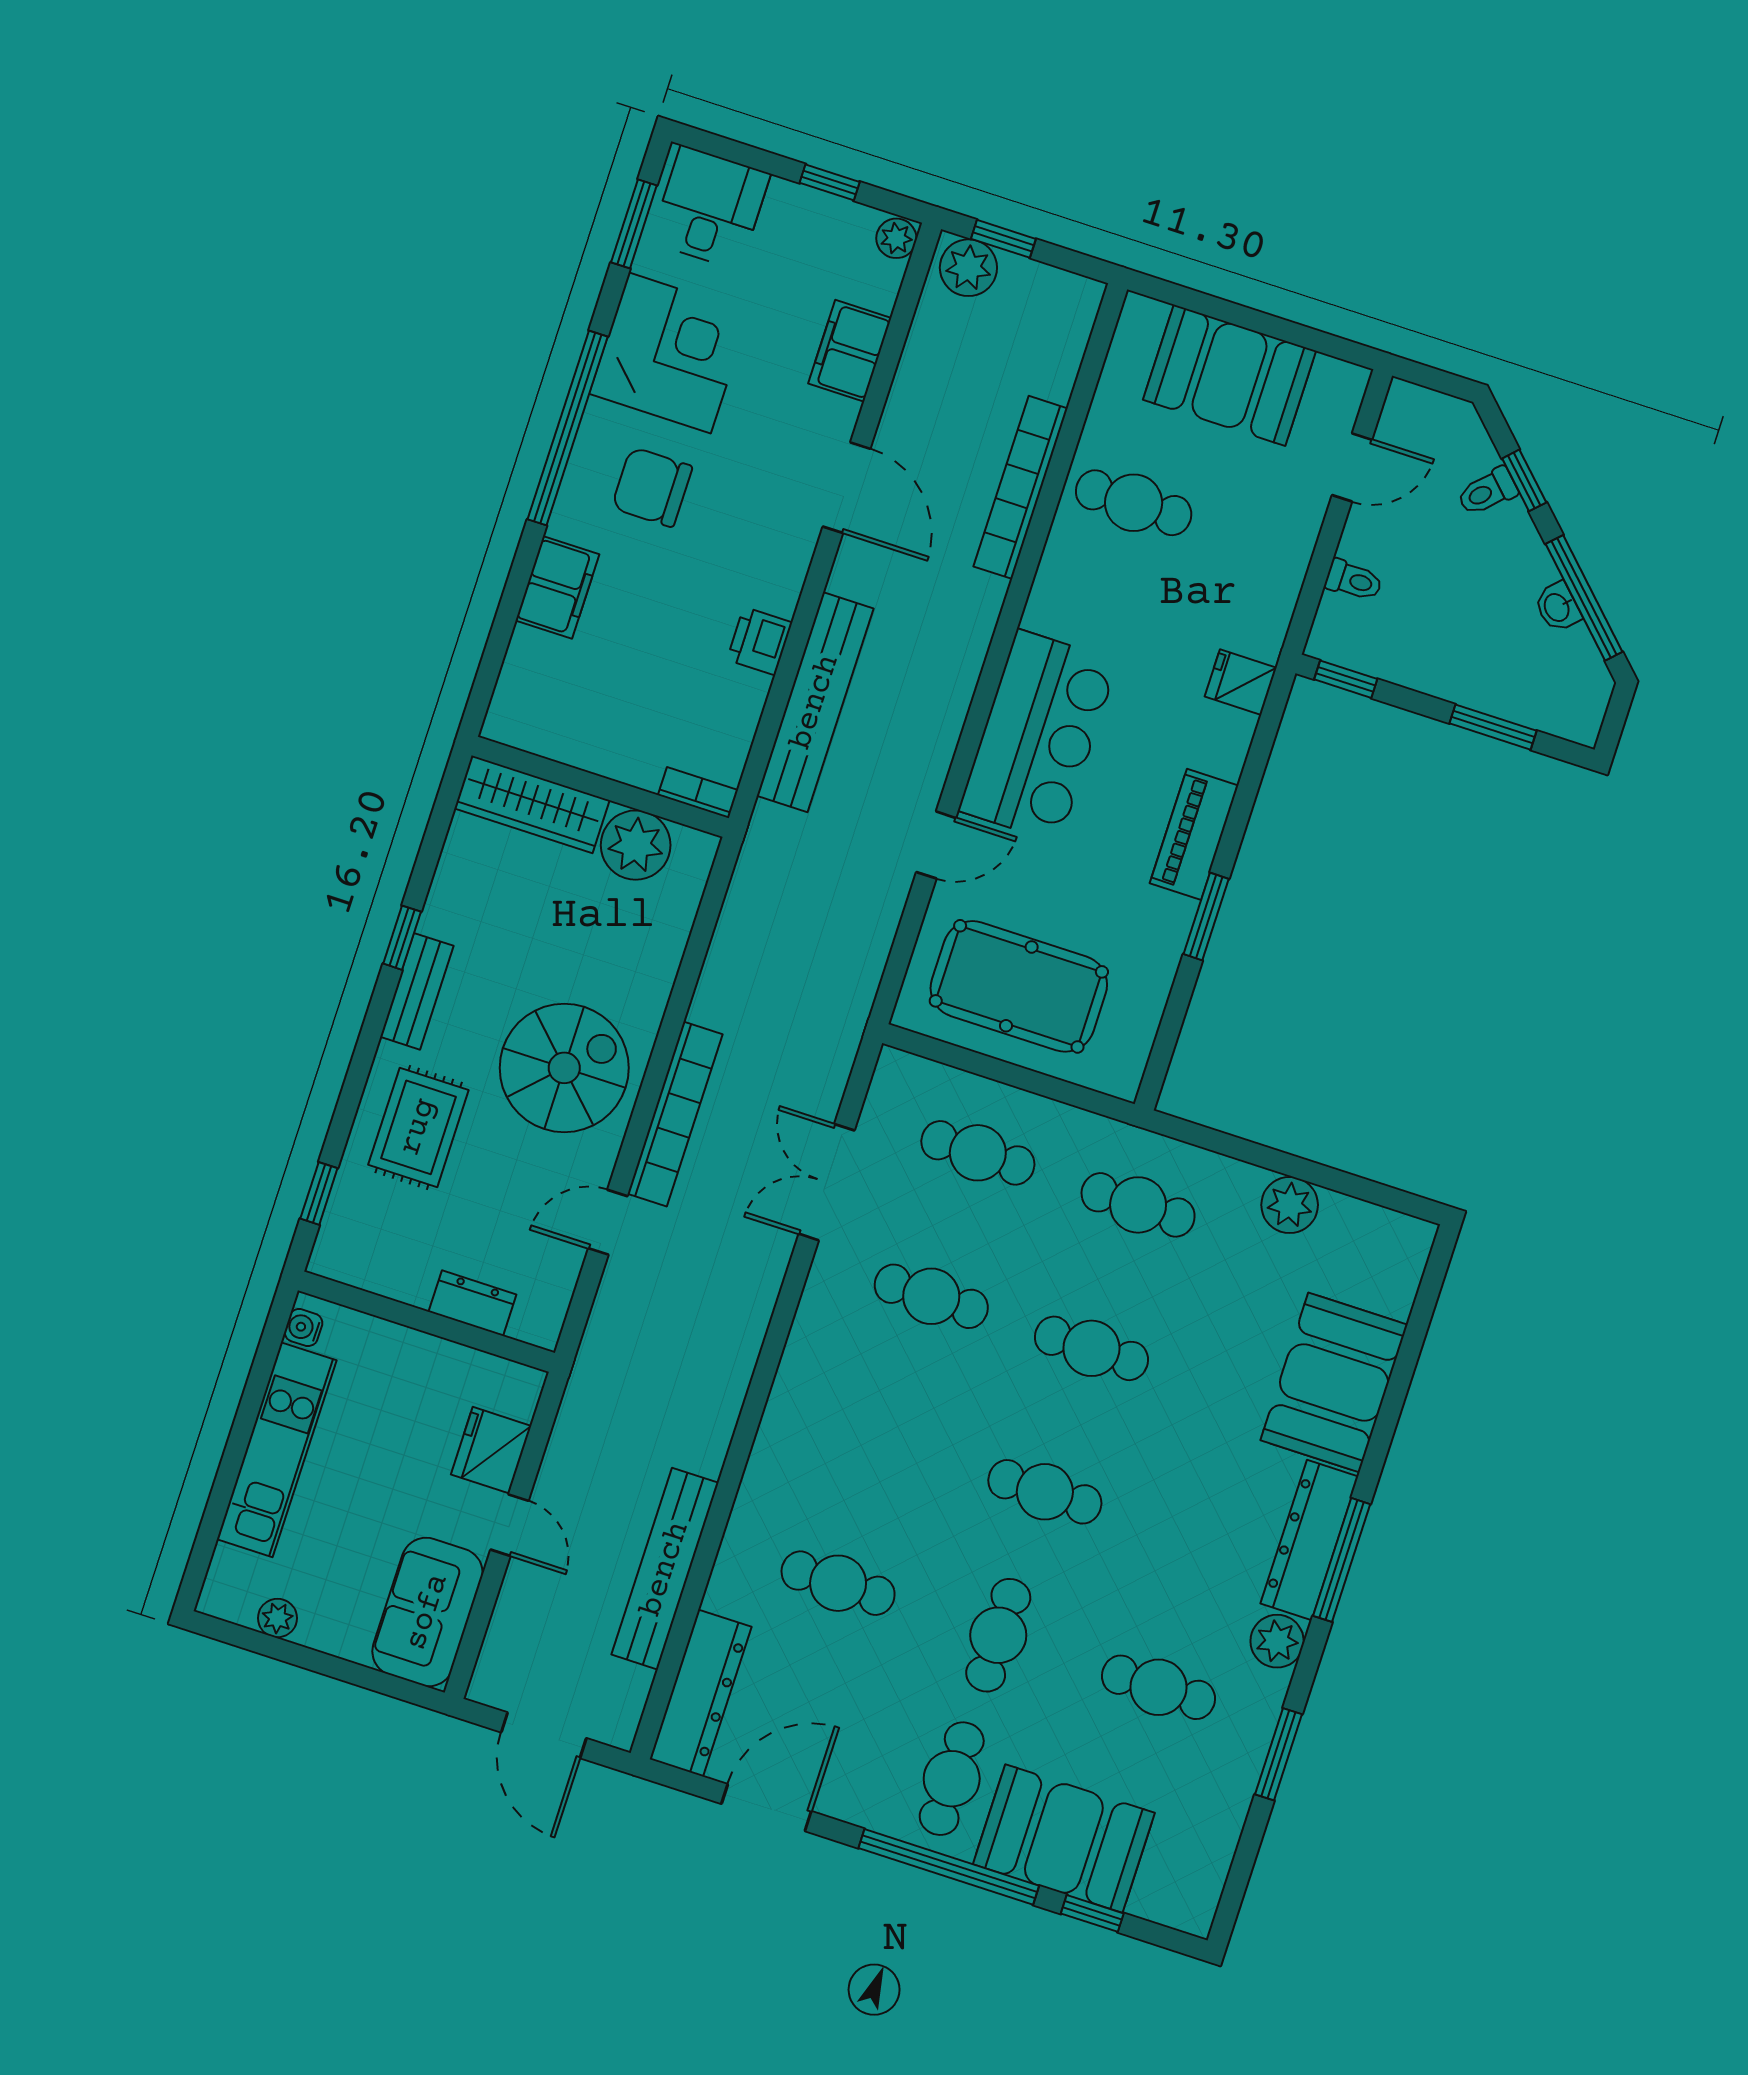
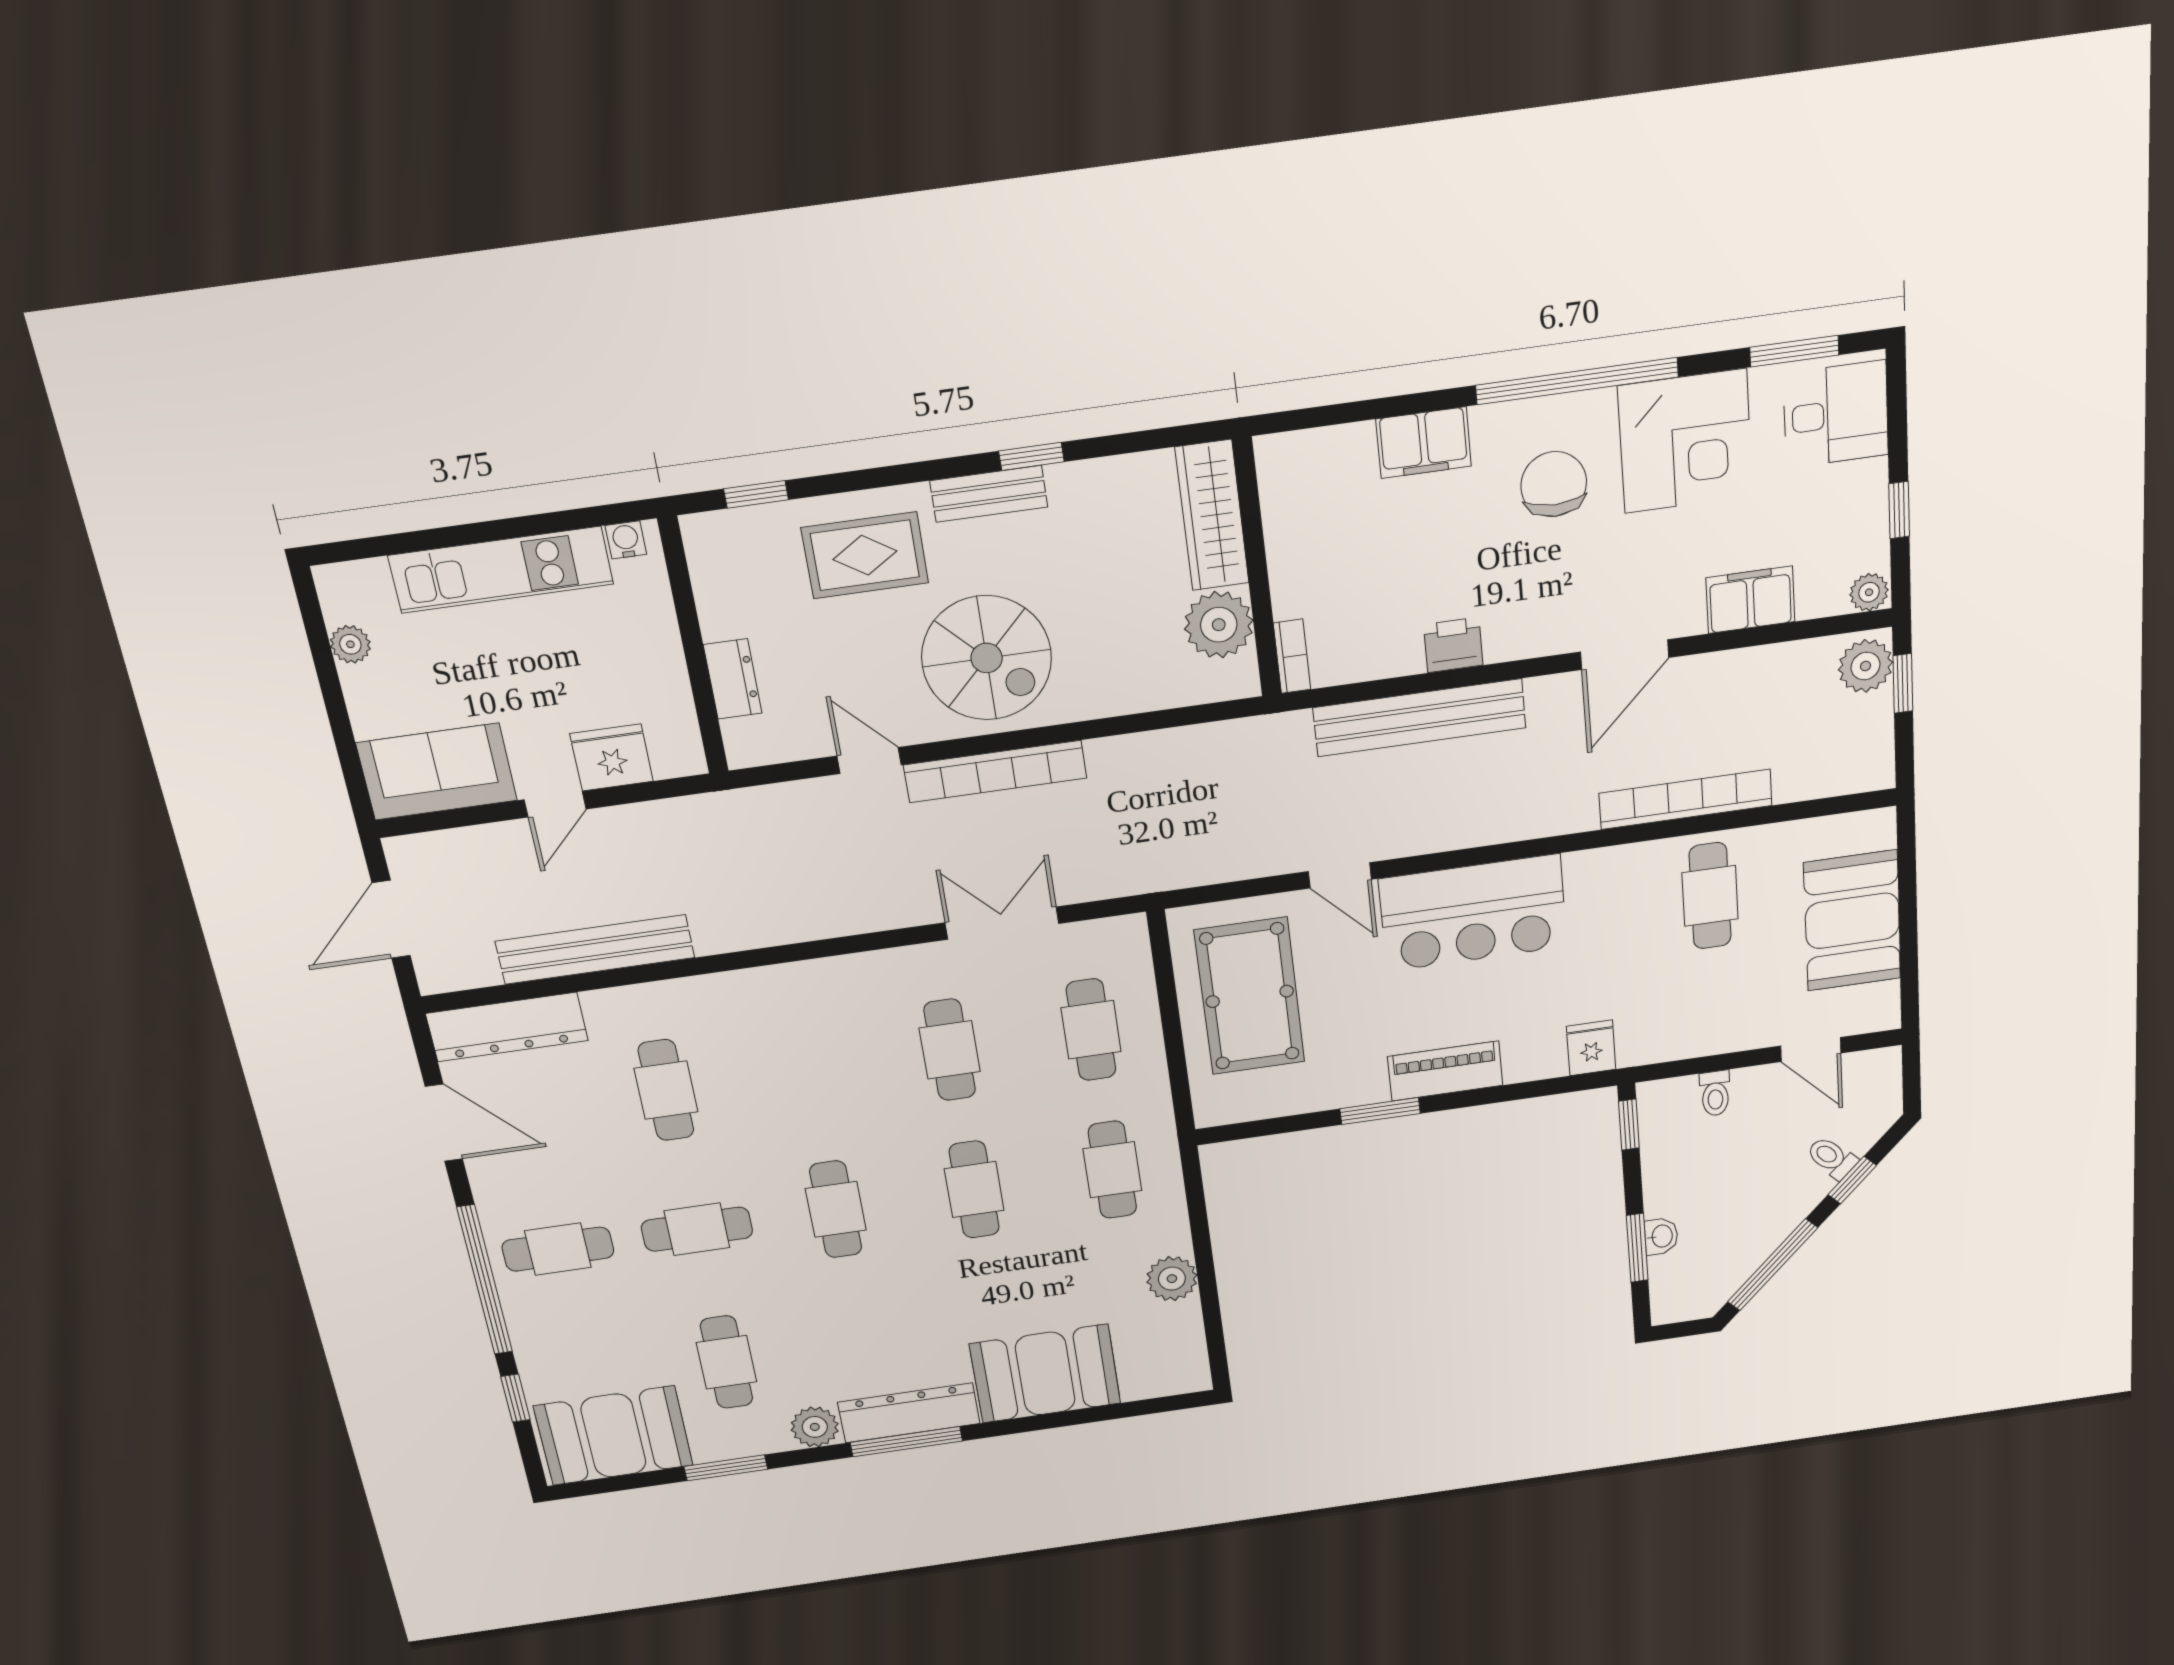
washbasin: (1558, 607) -> (1661, 1236), moved, turned 135
booth: (1064, 1839) -> (613, 1436), moved, turned 90

